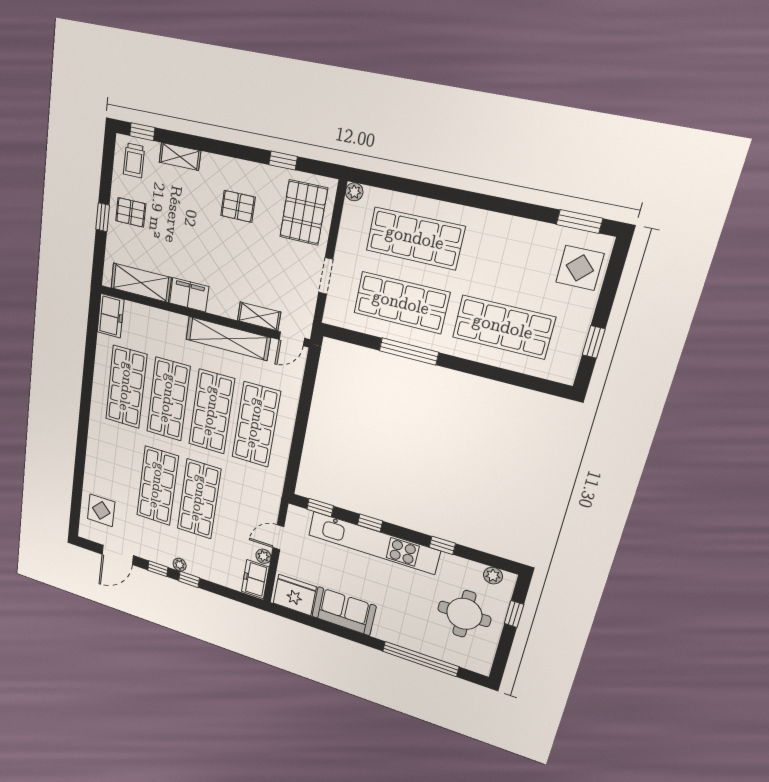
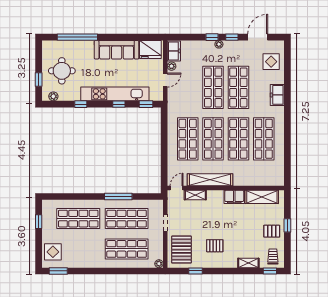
freezer: (111, 316) -> (277, 95), moved
sofa: (344, 611) -> (117, 50), width x1.36

